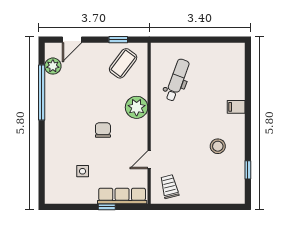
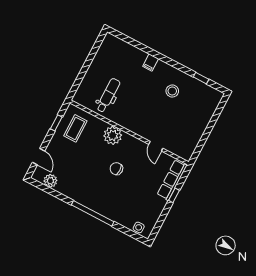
coffee table: (123, 63) -> (75, 128), turned 53
dental chair: (177, 80) -> (108, 95), turned 70
window: (42, 92) -> (93, 213), moved
side table: (83, 171) -> (139, 227), moved
trolley: (169, 187) -> (183, 142), removed

